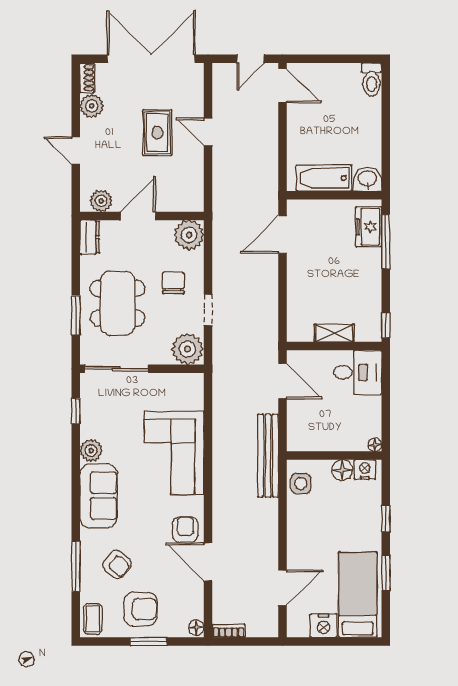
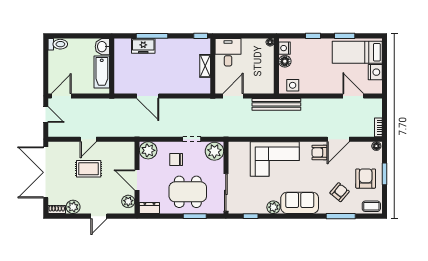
bathtub: (324, 178) -> (102, 72), moved
washbasin: (367, 179) -> (102, 47), moved
wall: (334, 195) -> (112, 66), moved

